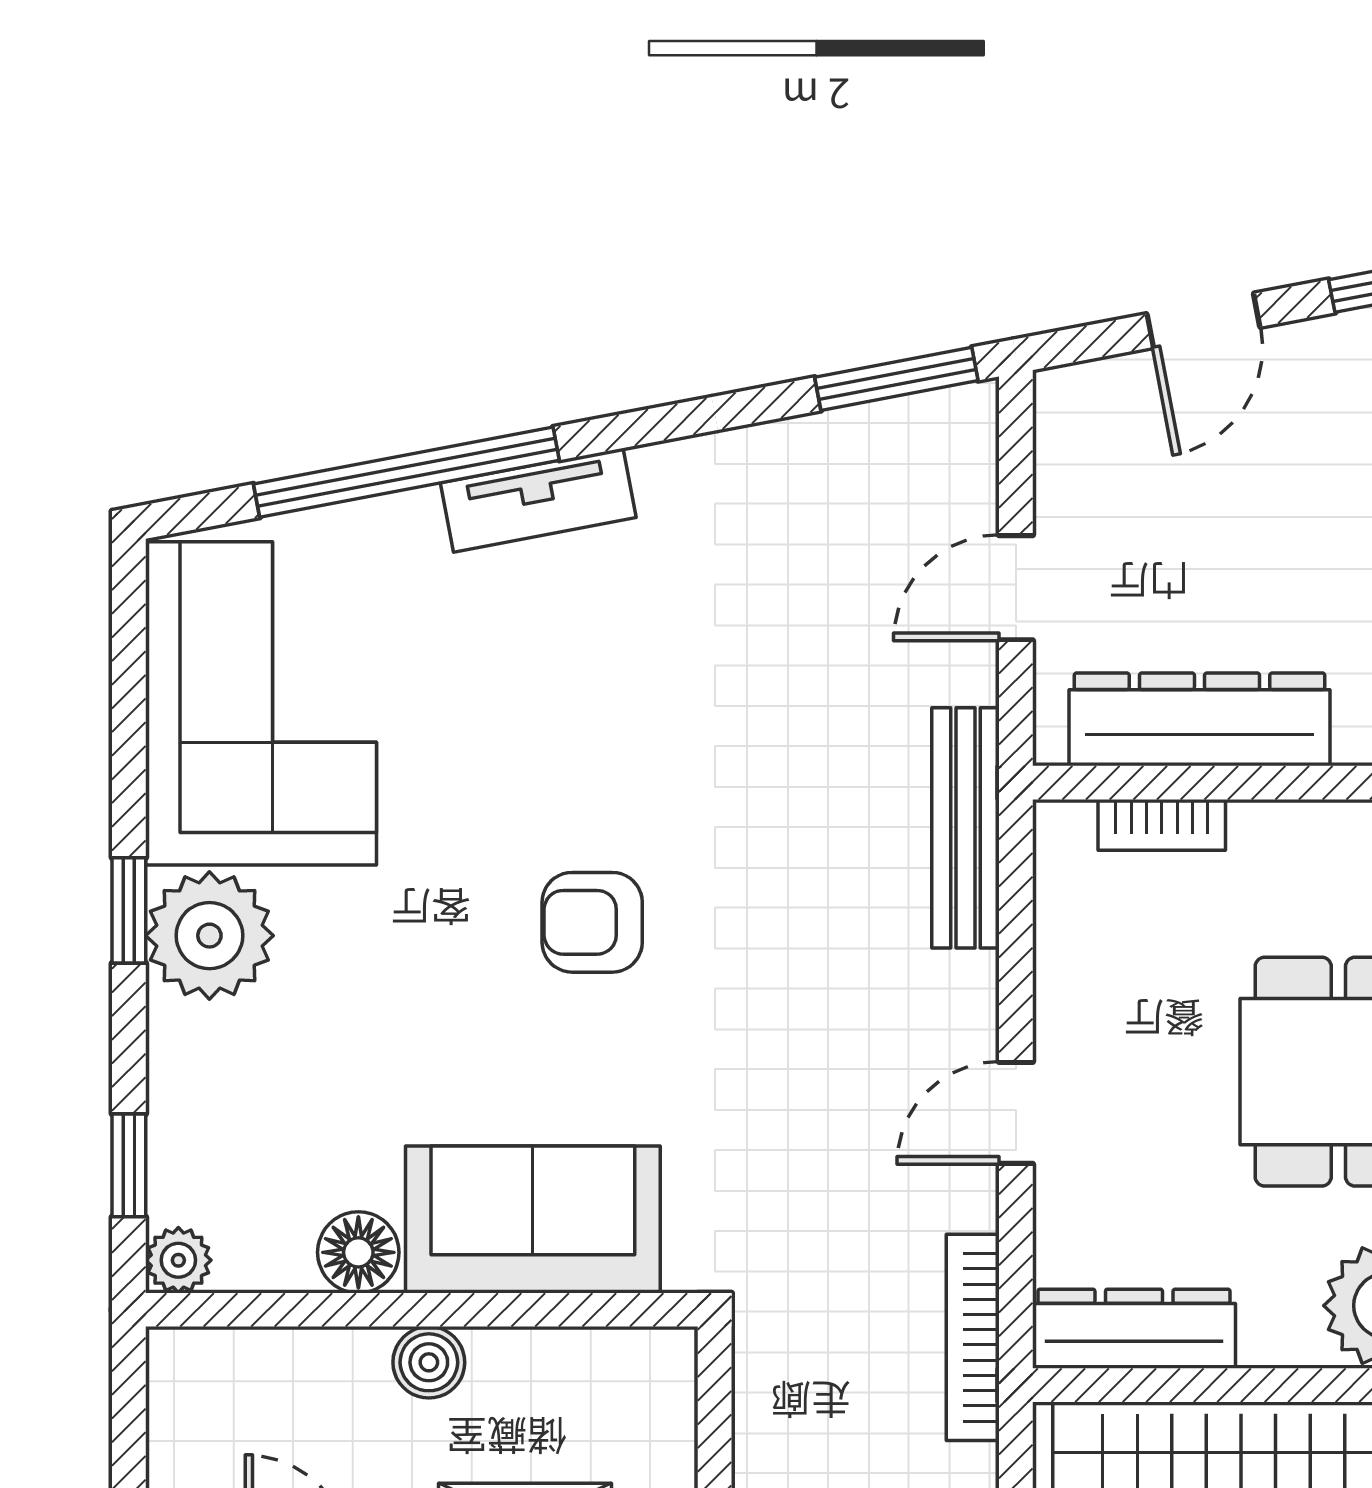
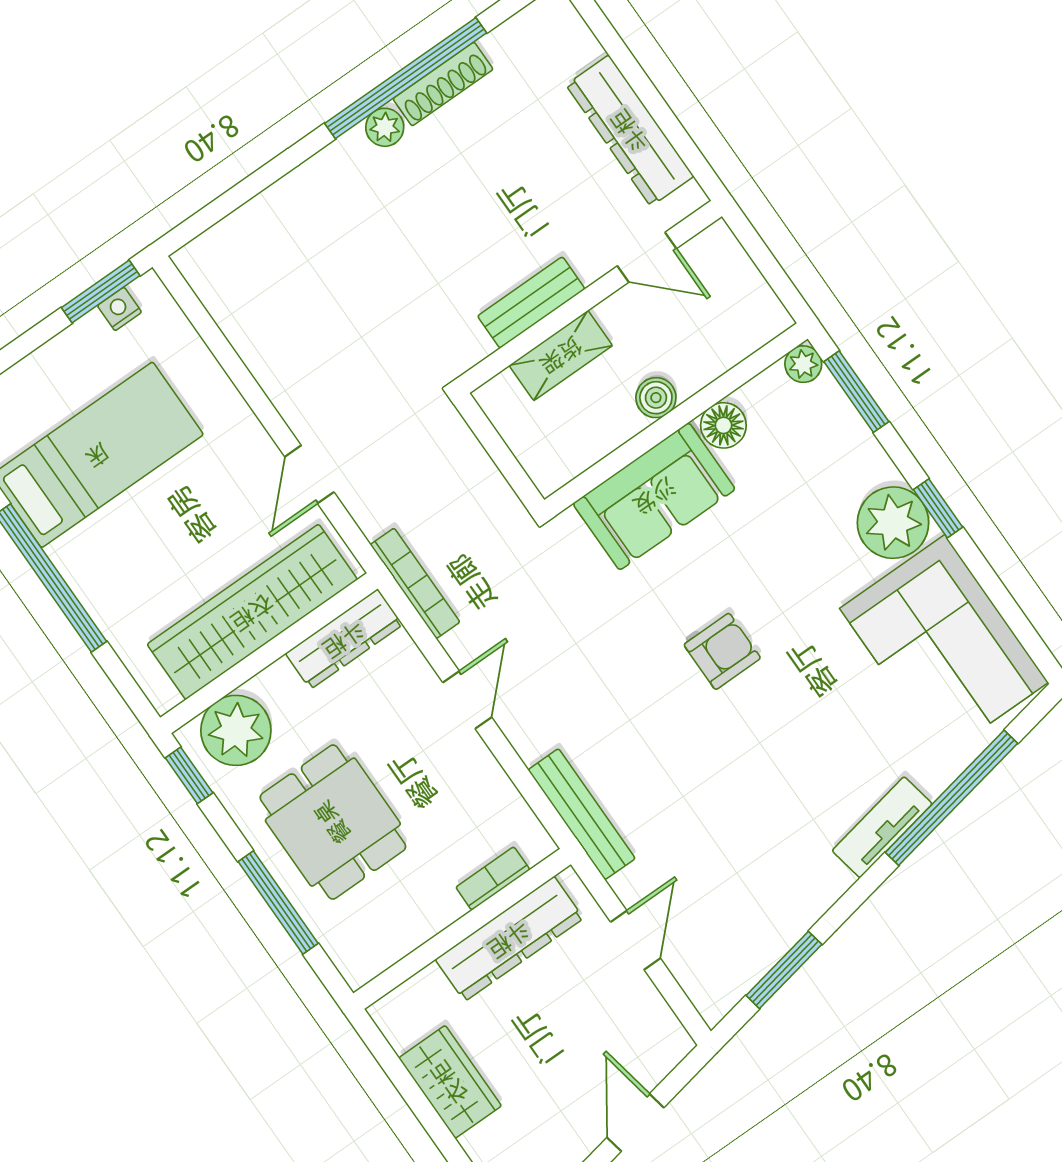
window: (896, 379) -> (784, 970), moved
window: (129, 1165) -> (856, 392), width x1.50

